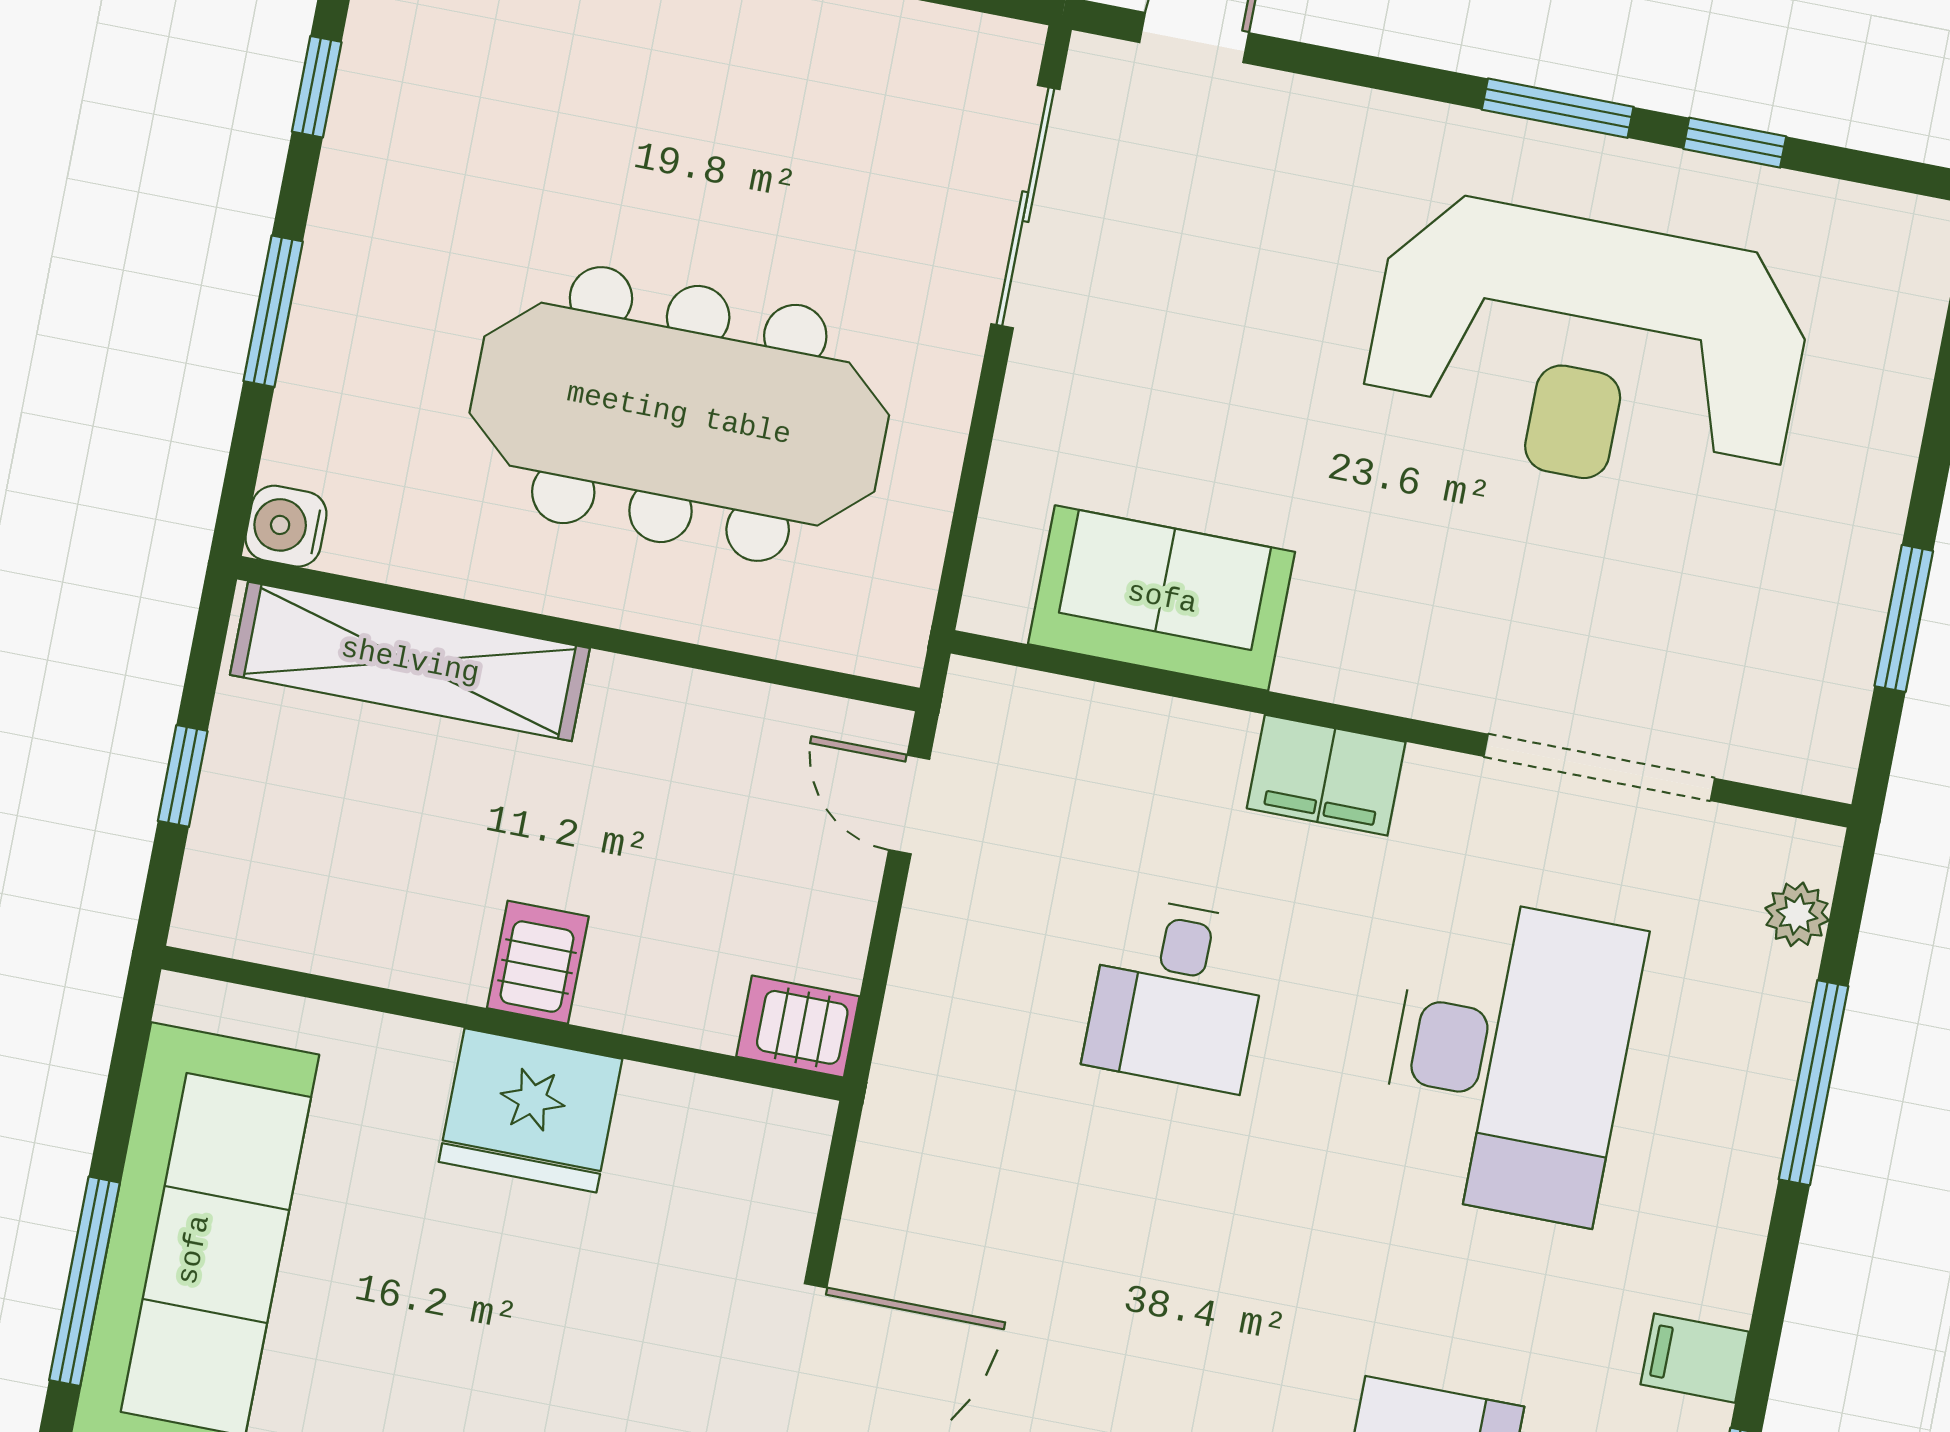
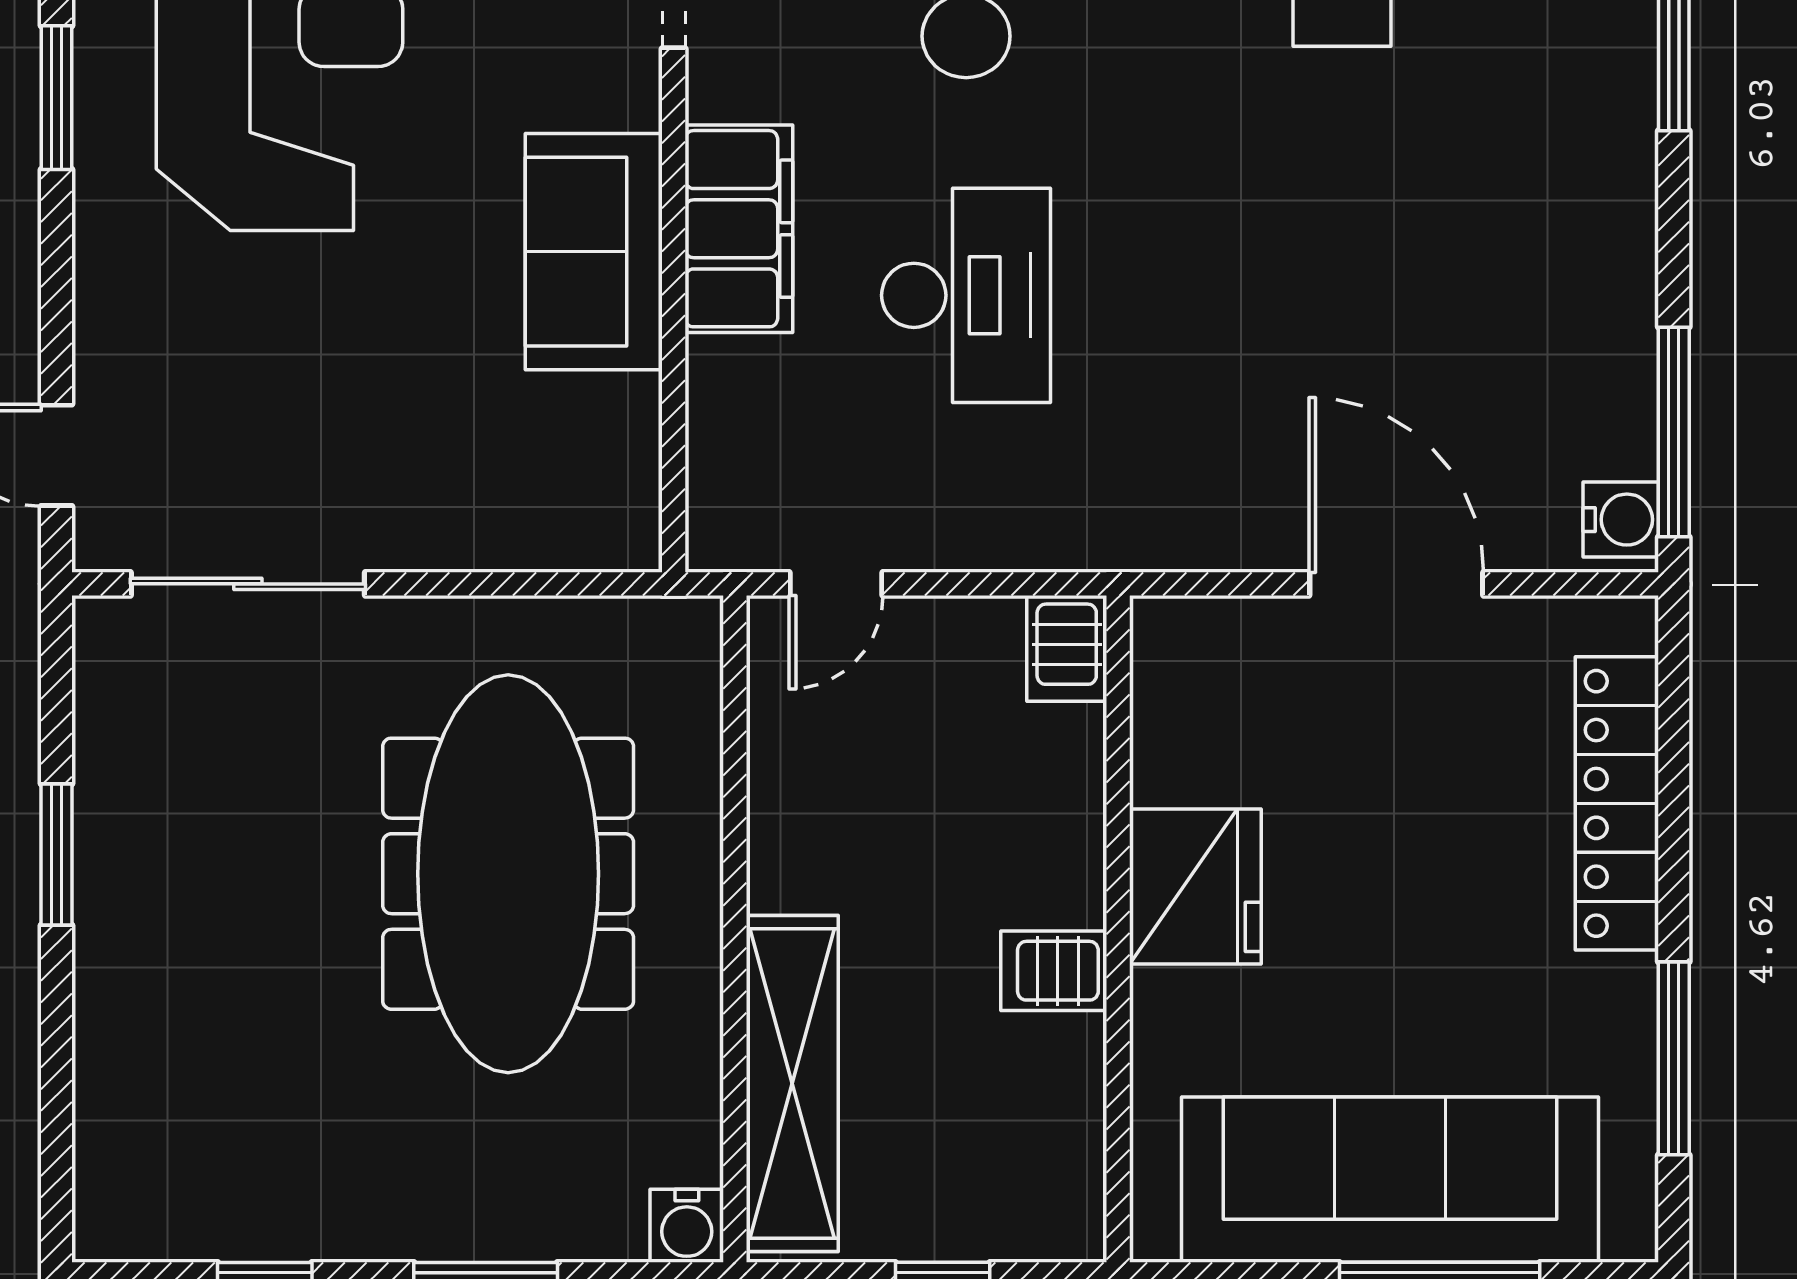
sofa: (1162, 598) -> (594, 252), moved
filing cabinet: (1326, 775) -> (739, 229), width x1.50, depth x1.17
server rack: (538, 962) -> (1054, 971), moved
desk: (1177, 994) -> (966, 295), width x1.37

